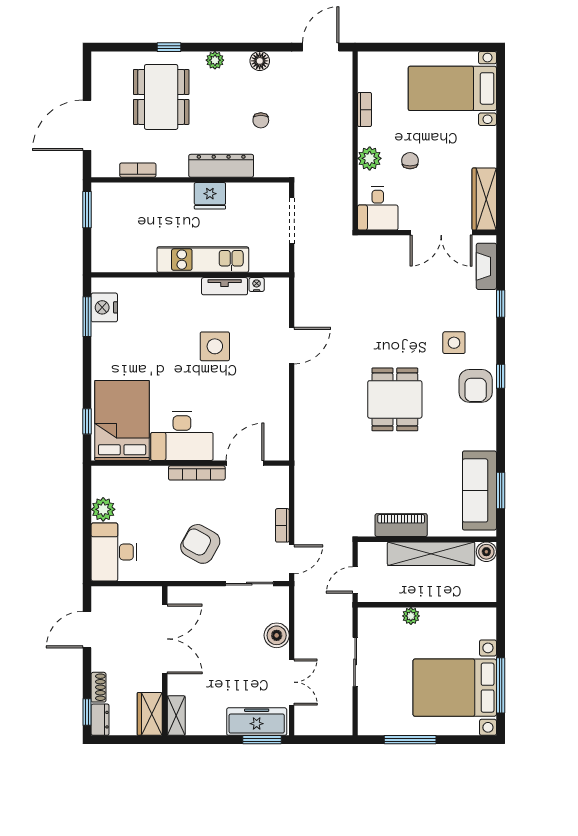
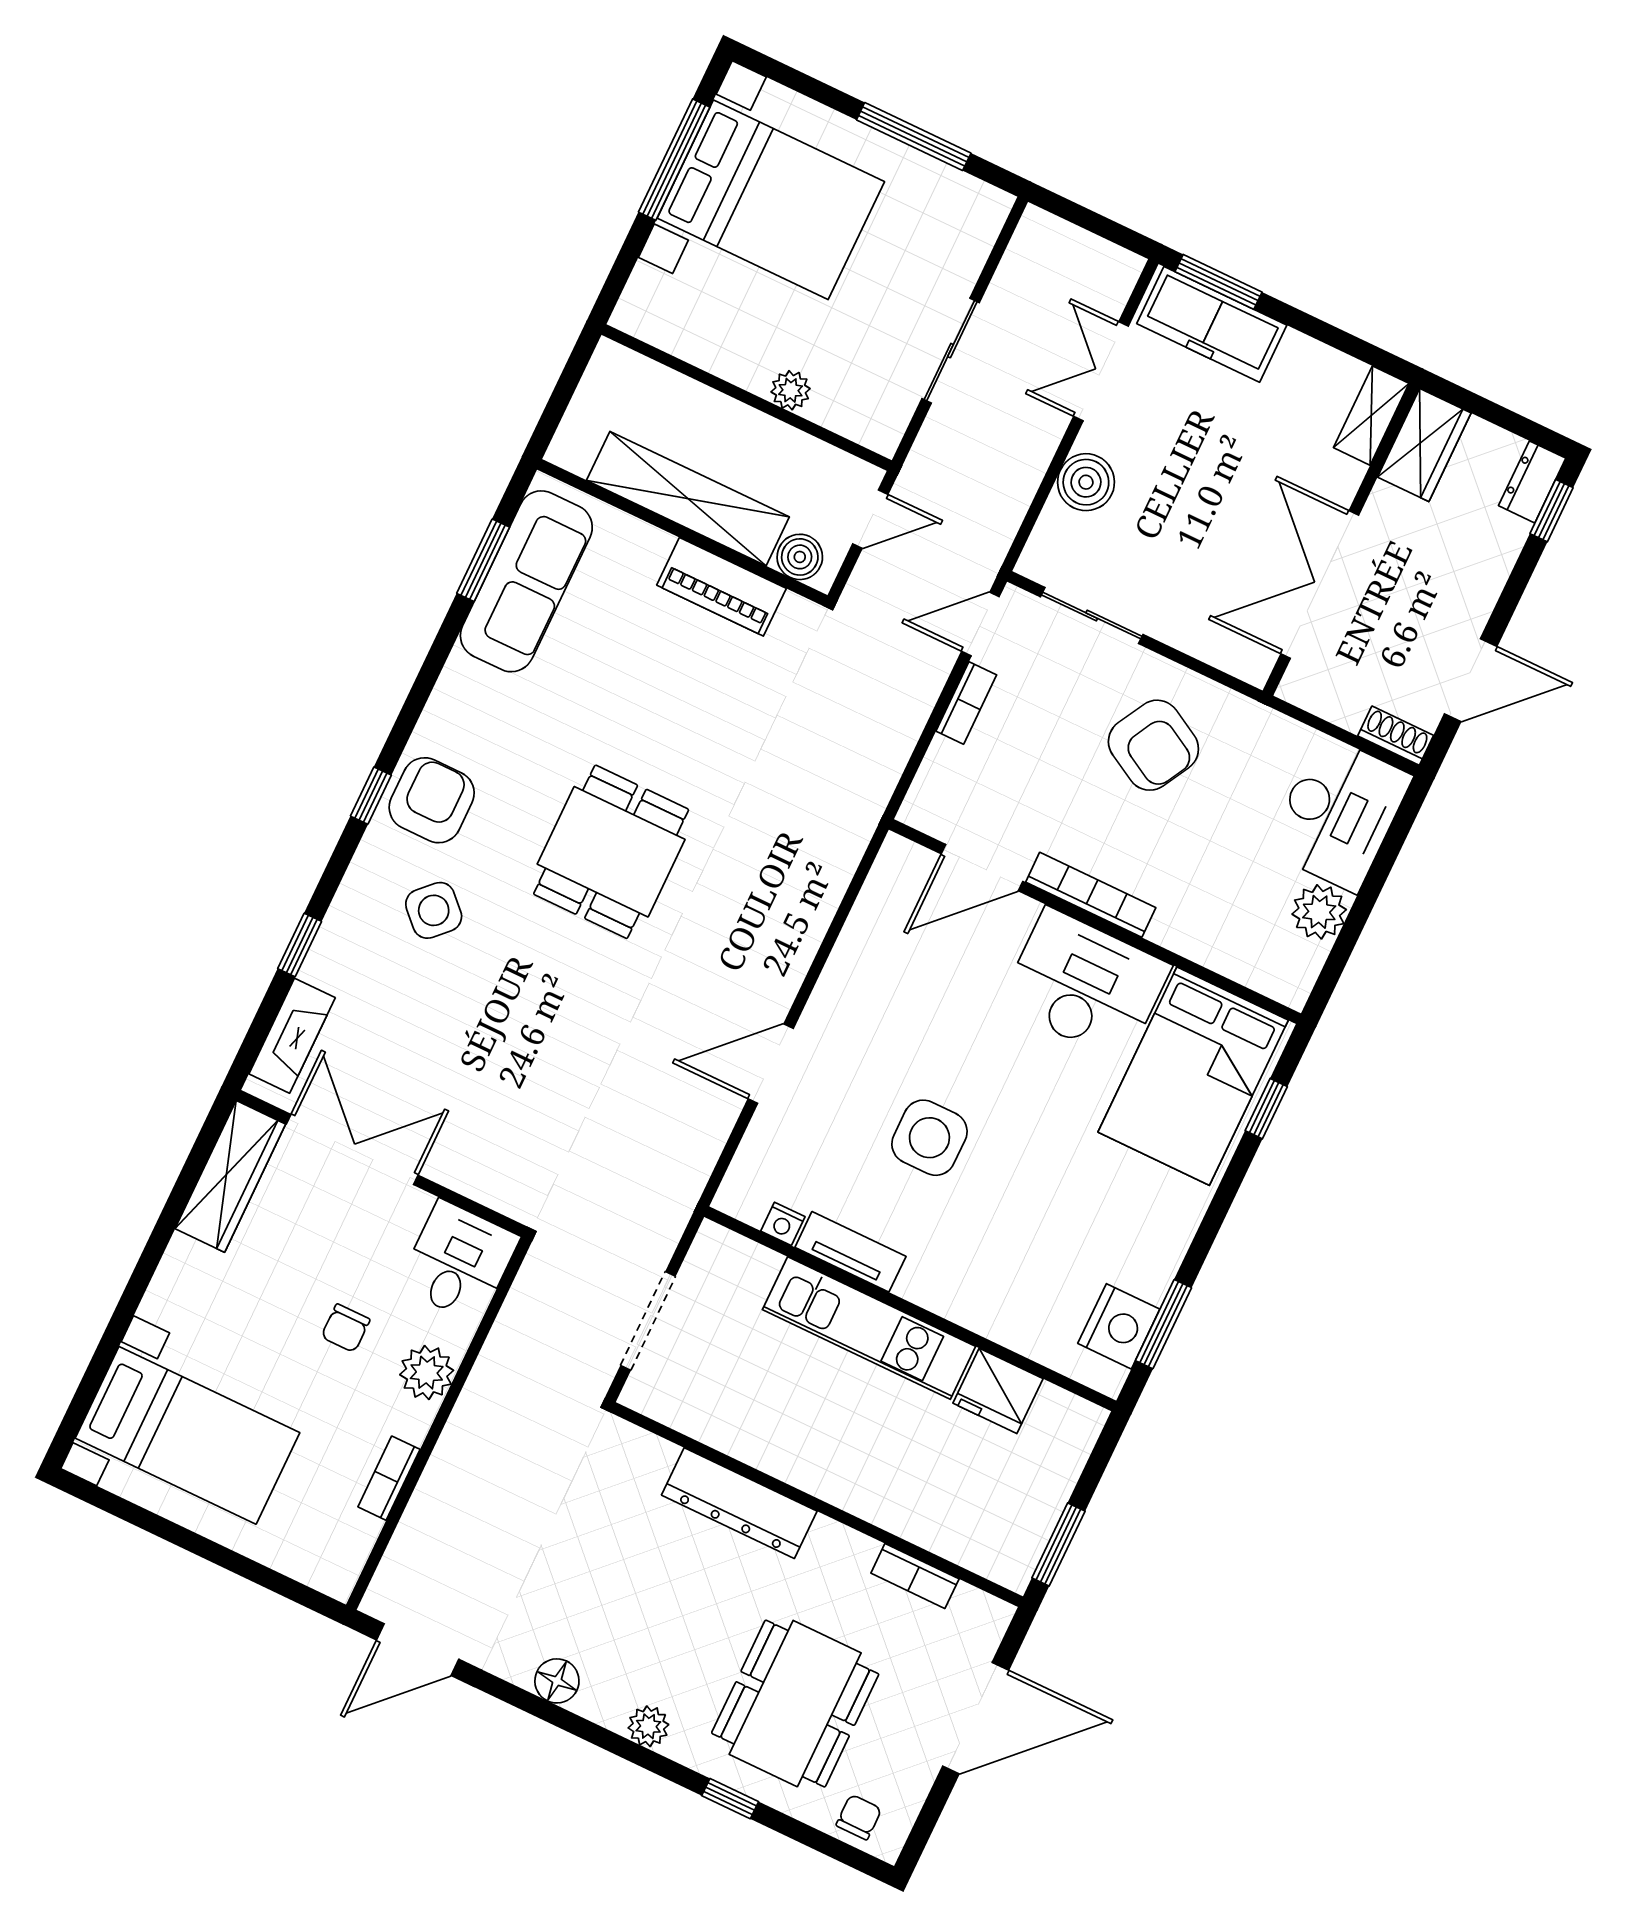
chair: (261, 120) -> (859, 1817), moved
fridge: (210, 196) -> (998, 1391), moved, turned 180
side table: (454, 343) -> (434, 910), turned 45
boiler: (486, 552) -> (800, 557), moved
shoe rack: (98, 687) -> (1396, 736), moved, turned 90

